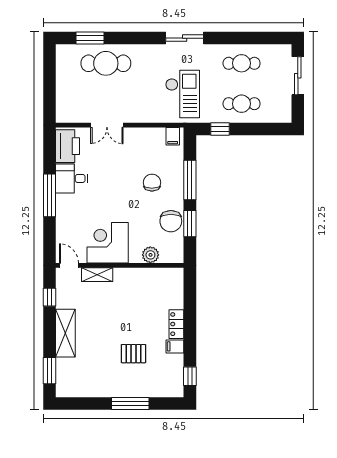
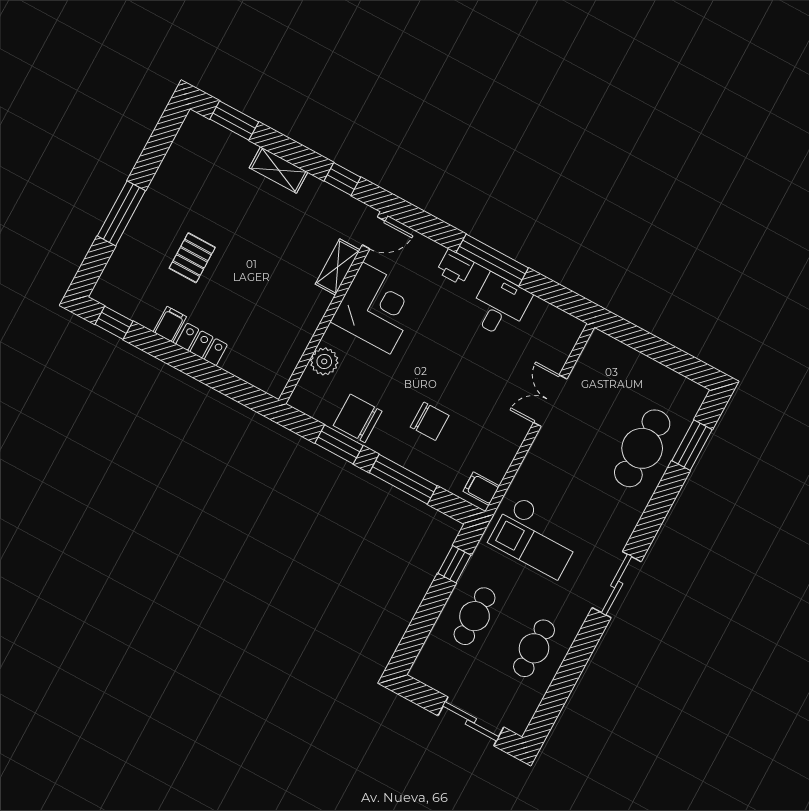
printer: (68, 146) -> (455, 267), moved, width x0.53, depth x0.68
shelving: (65, 333) -> (279, 170), width x0.67, depth x0.75

